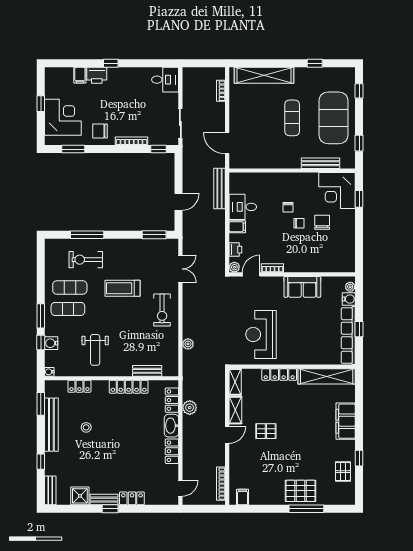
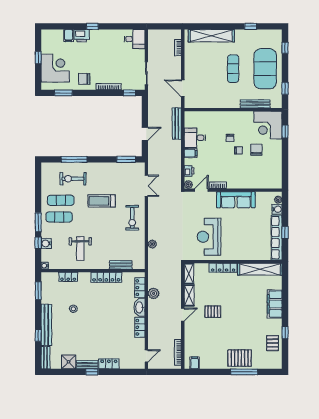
sofa: (302, 287) -> (236, 200), width x1.36
bench: (51, 425) -> (46, 325), moved

